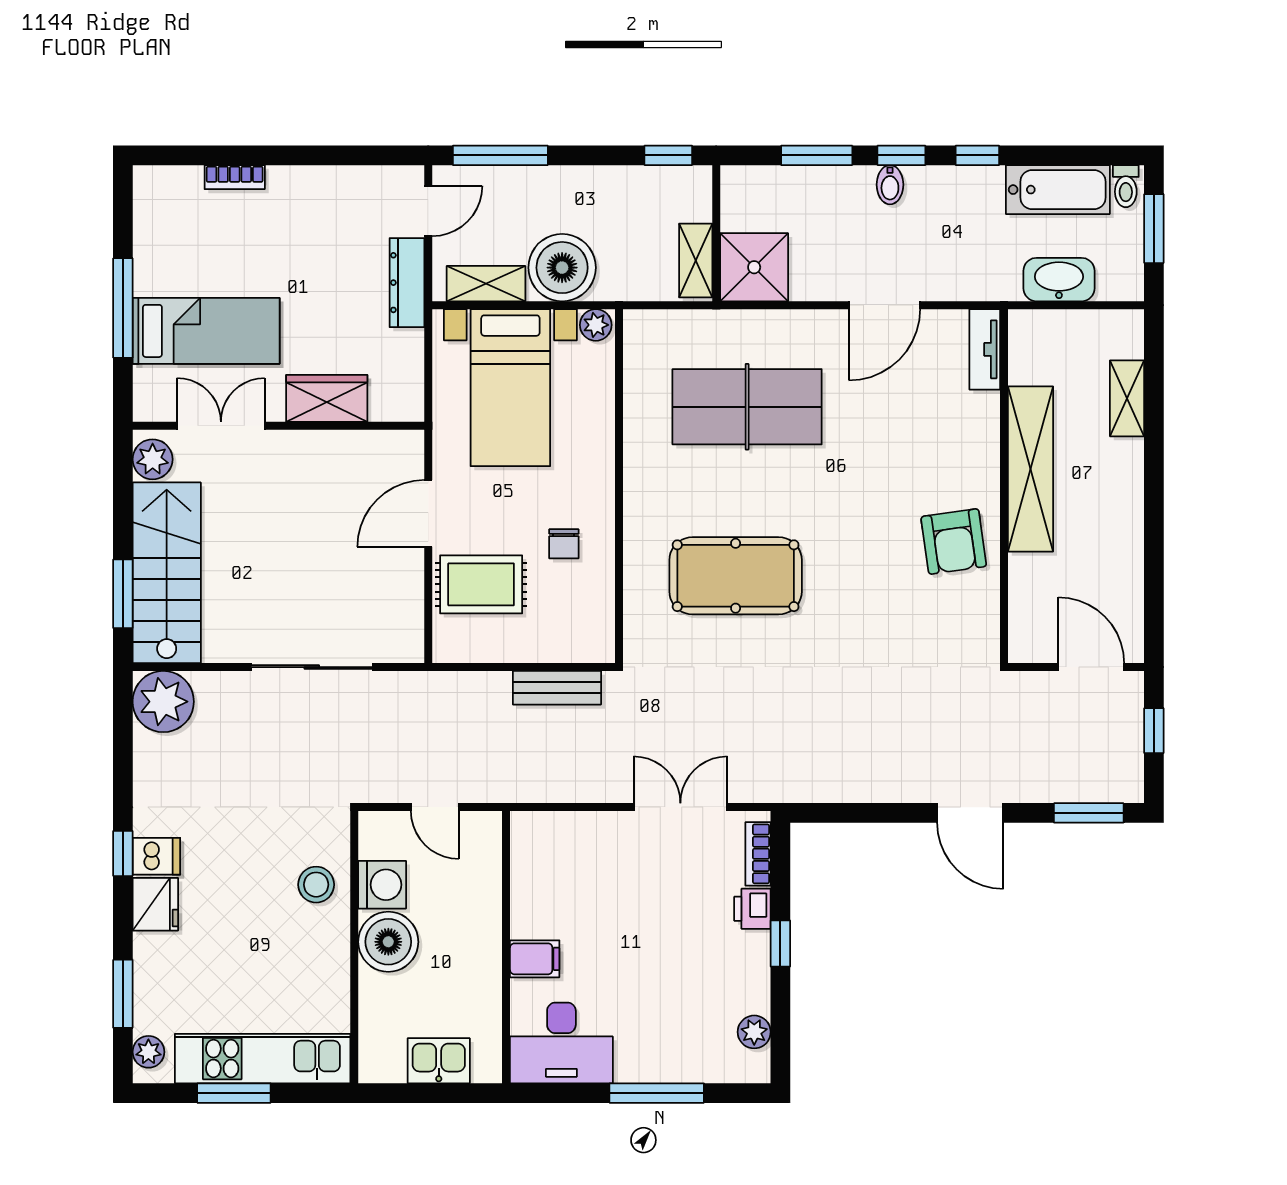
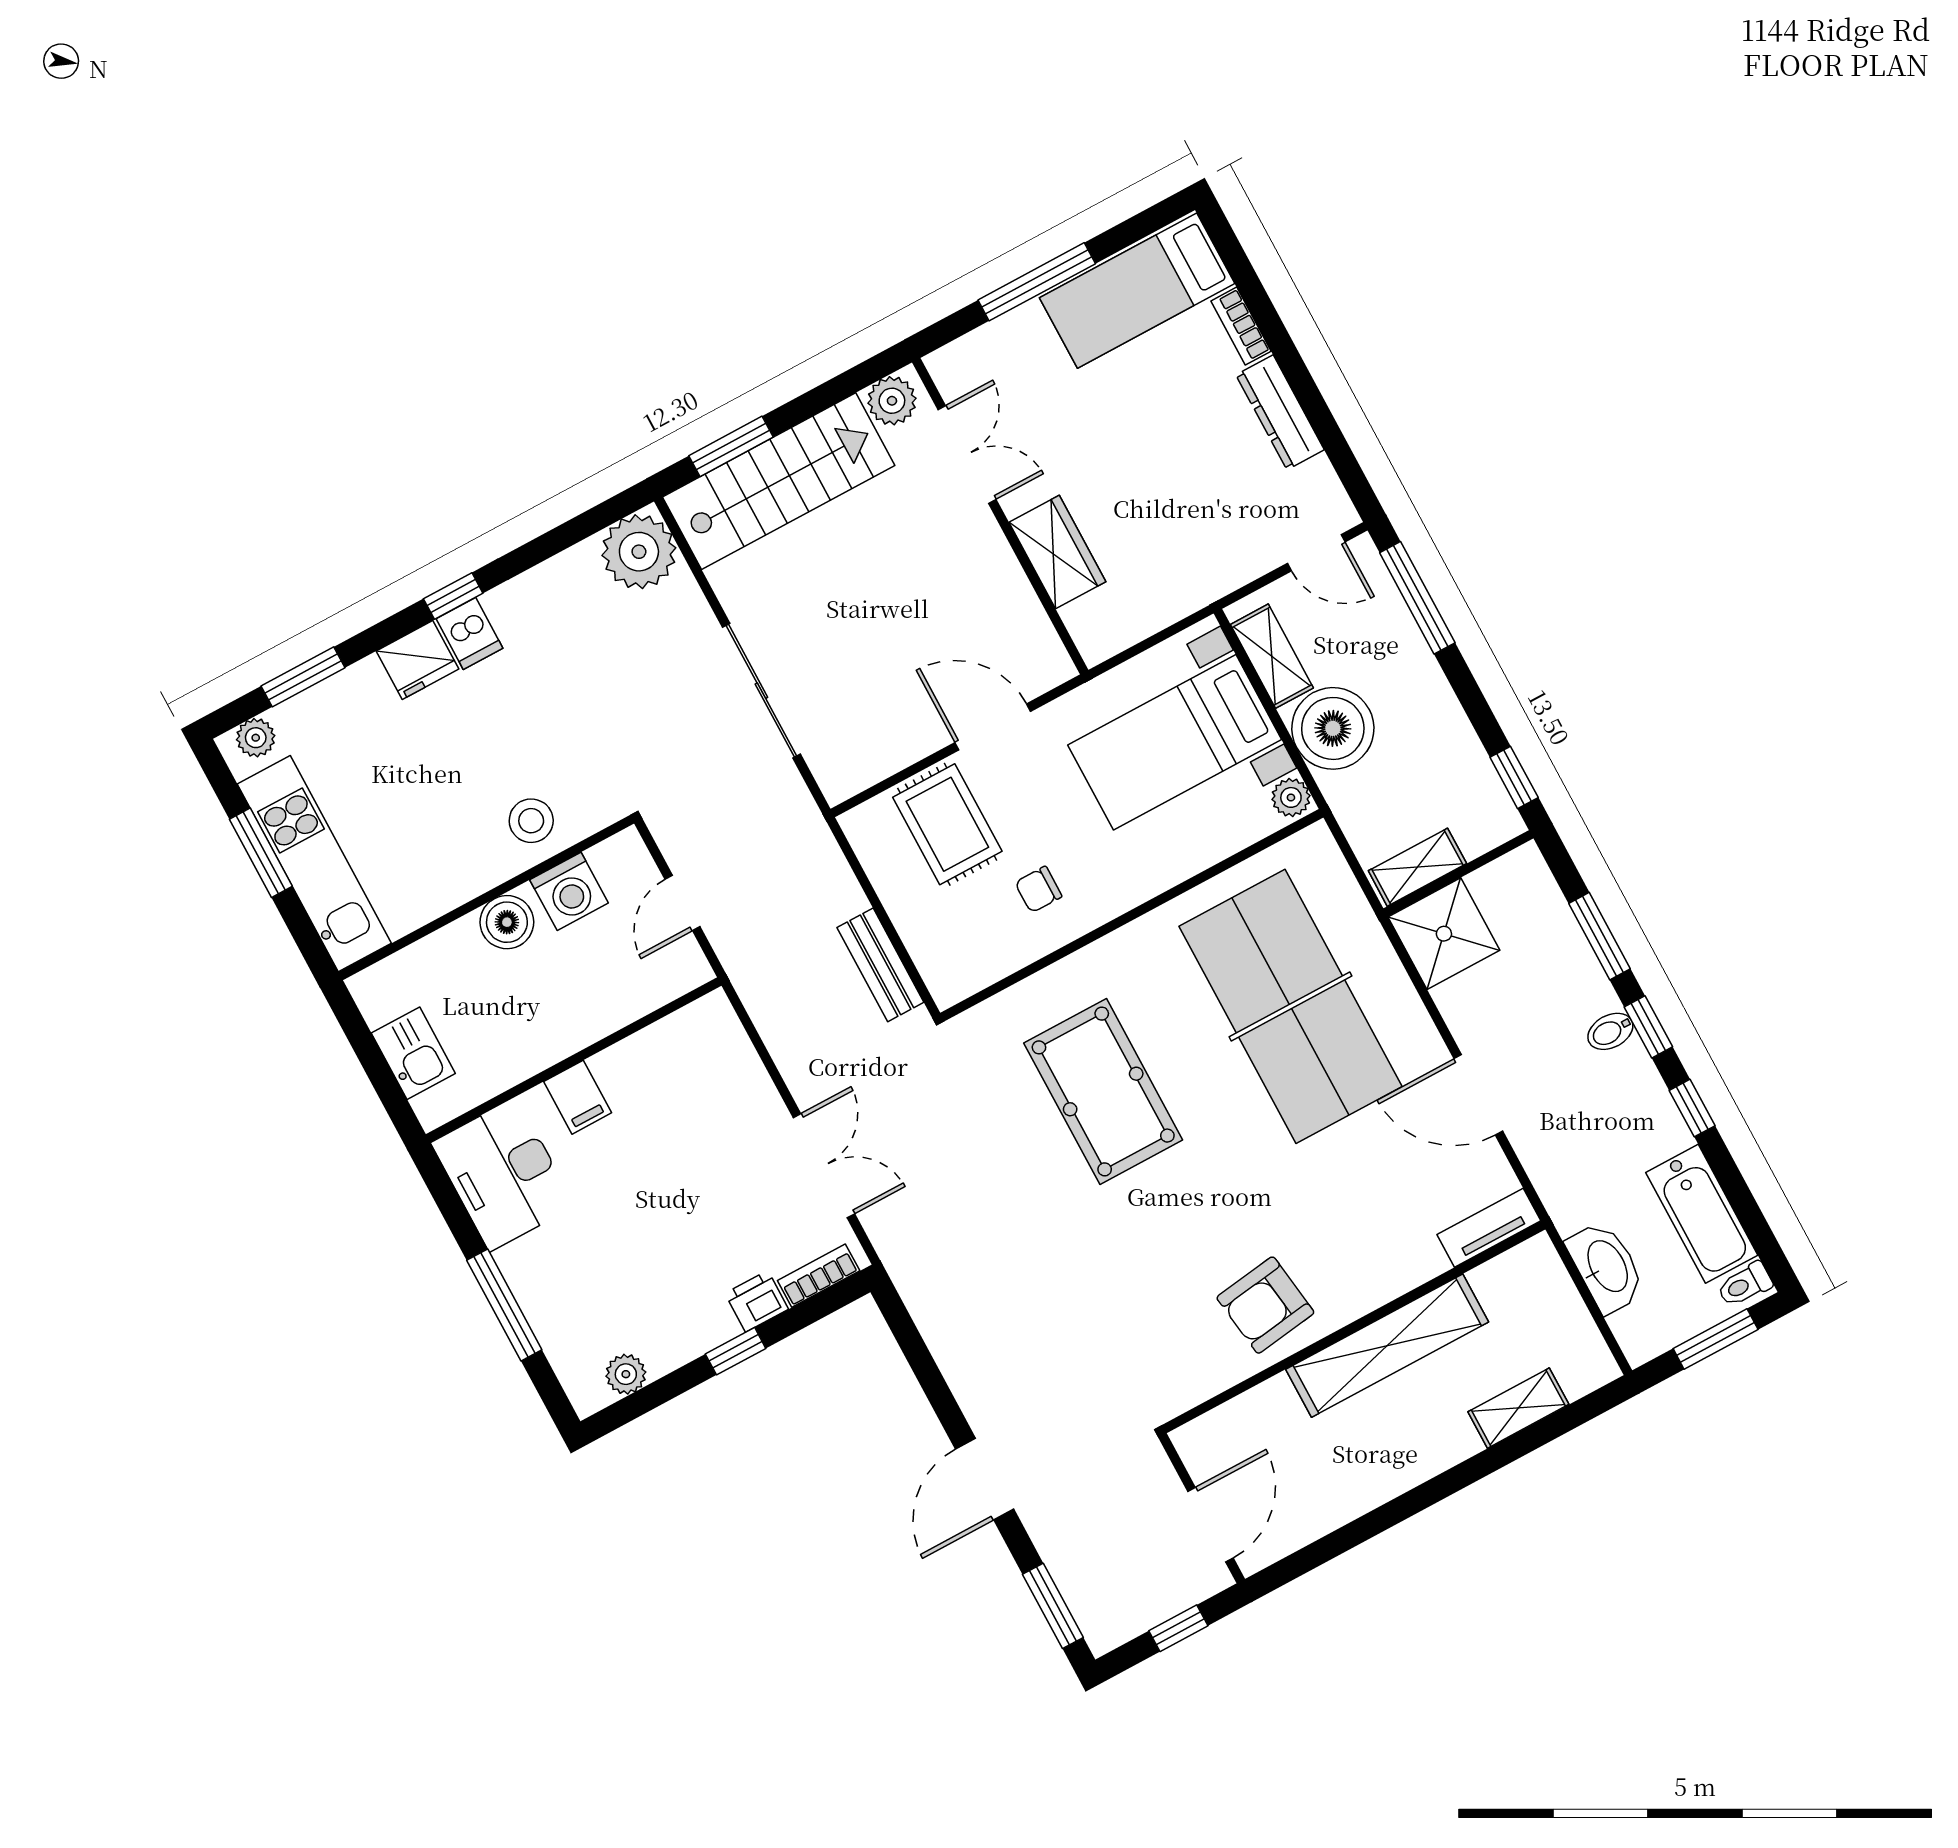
dresser: (407, 283) -> (1280, 412), moved, turned -90
bed: (206, 331) -> (1137, 291), moved, turned 90
table tennis table: (747, 407) -> (1291, 1006), width x1.36, depth x1.32
boiler: (388, 942) -> (507, 922), width x0.73, depth x0.73

